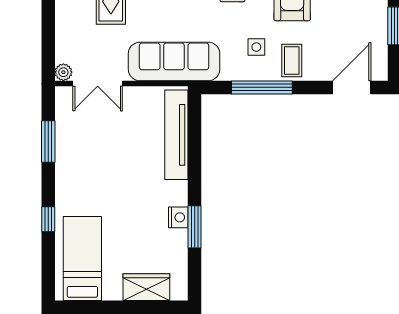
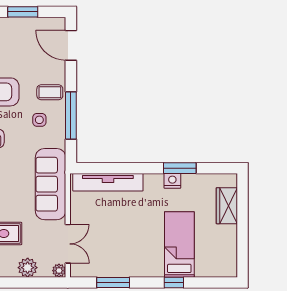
plant: (67, 32) -> (28, 268), added
bed: (82, 259) -> (179, 244), moved, turned 90

